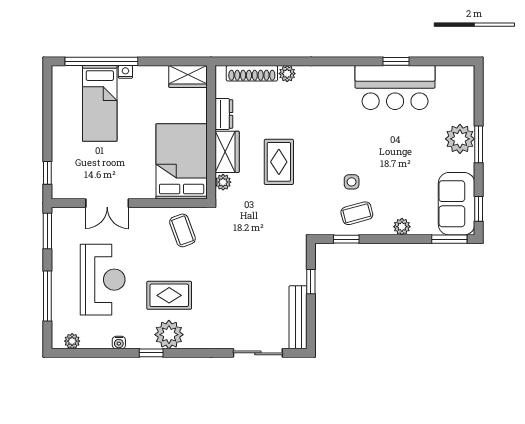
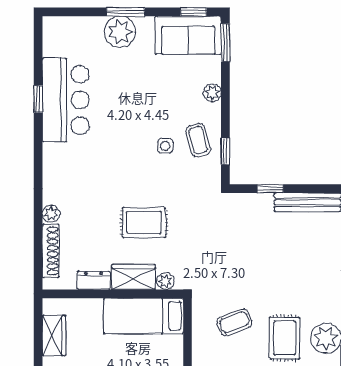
wardrobe: (188, 76) -> (54, 335), moved
bed: (182, 161) -> (144, 316), width x0.67
coffee table: (182, 230) -> (234, 322), moved

